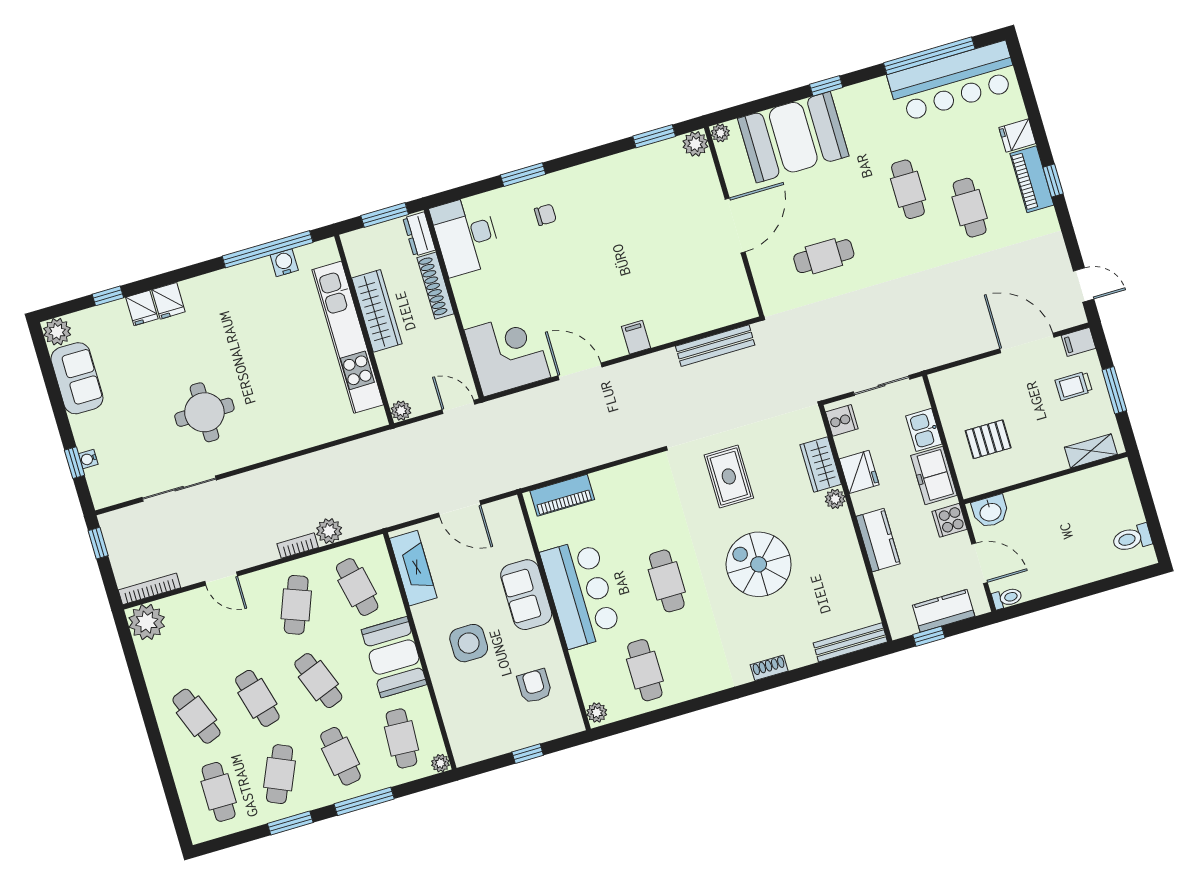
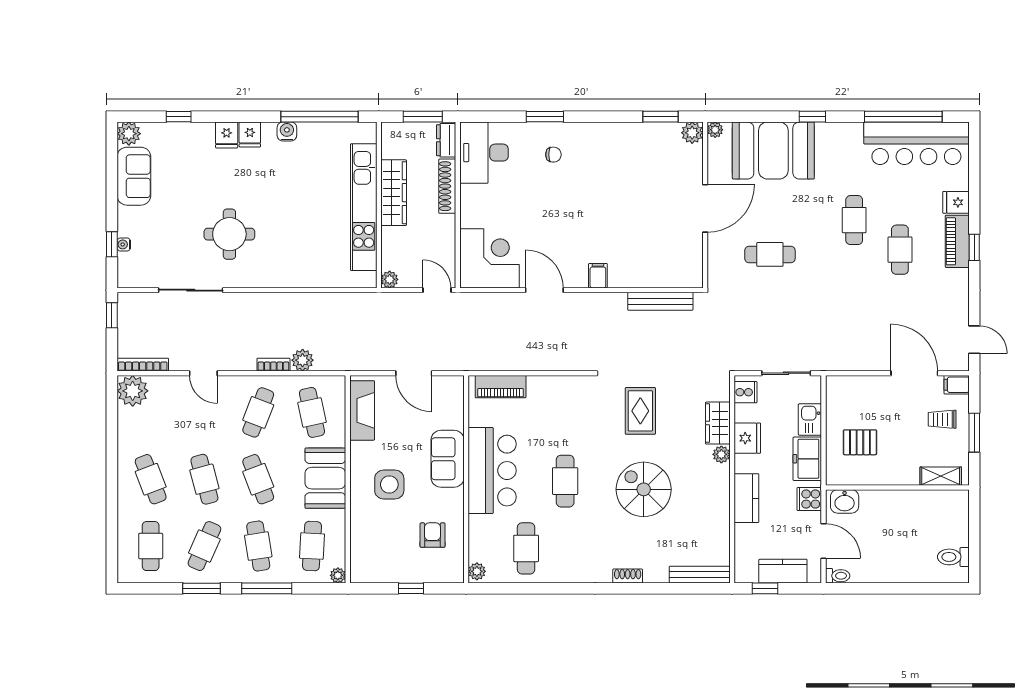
water cooler: (284, 263) -> (287, 131), moved
fridge: (142, 308) -> (250, 134), moved

